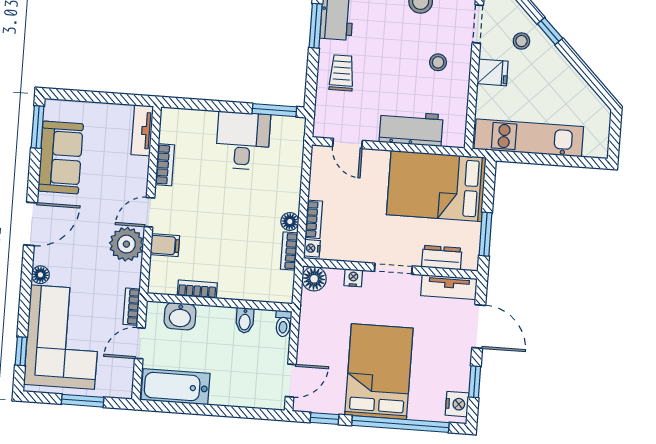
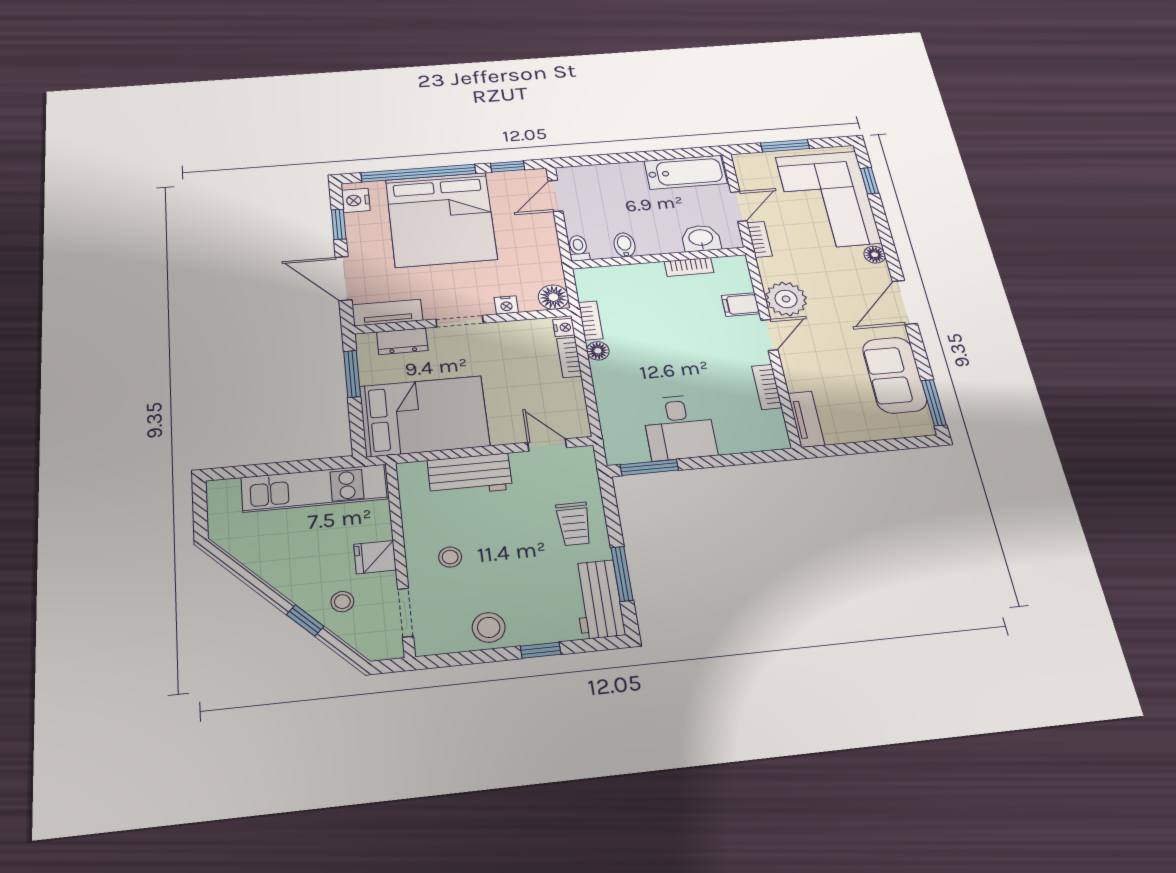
bed: (379, 372) -> (441, 219), width x1.36

